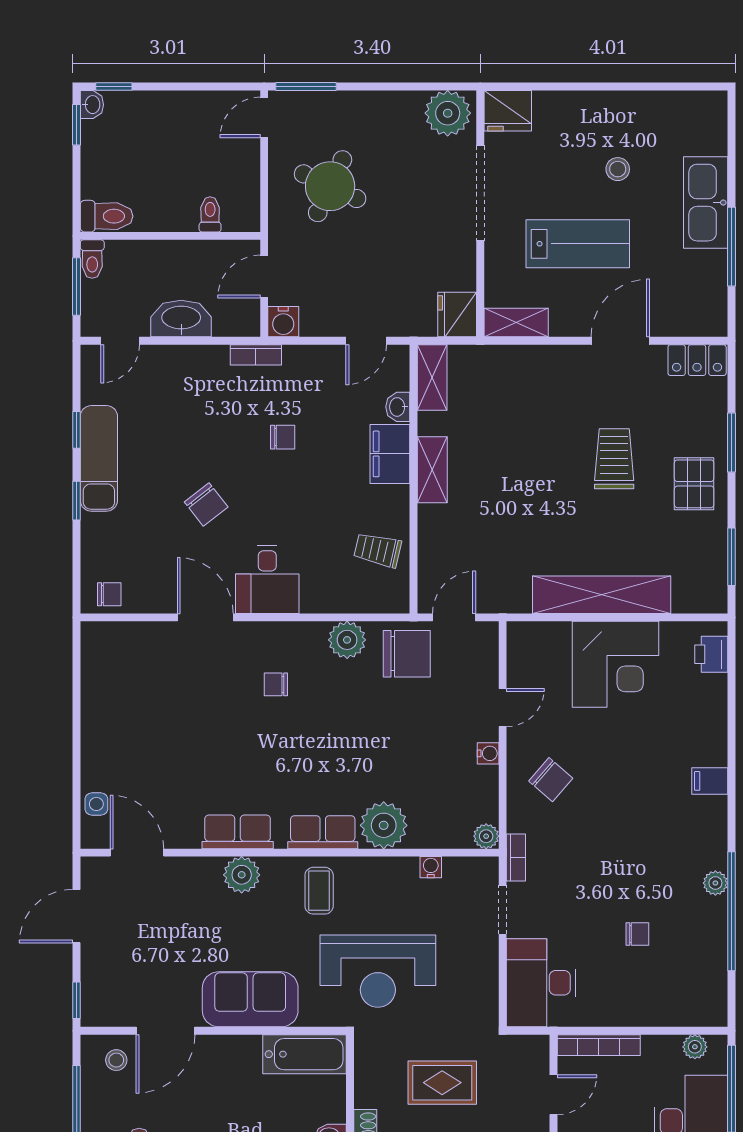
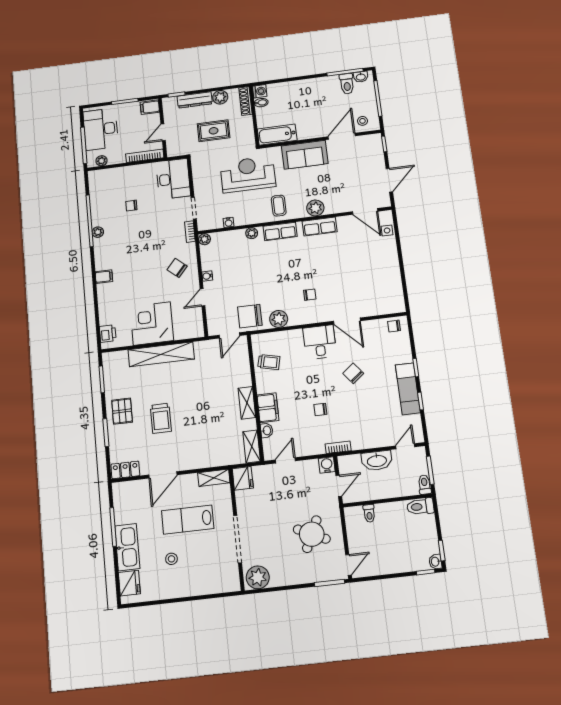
fridge: (508, 111) -> (129, 583), moved, turned 90
plant: (384, 825) -> (252, 233), width x0.53, depth x0.53

